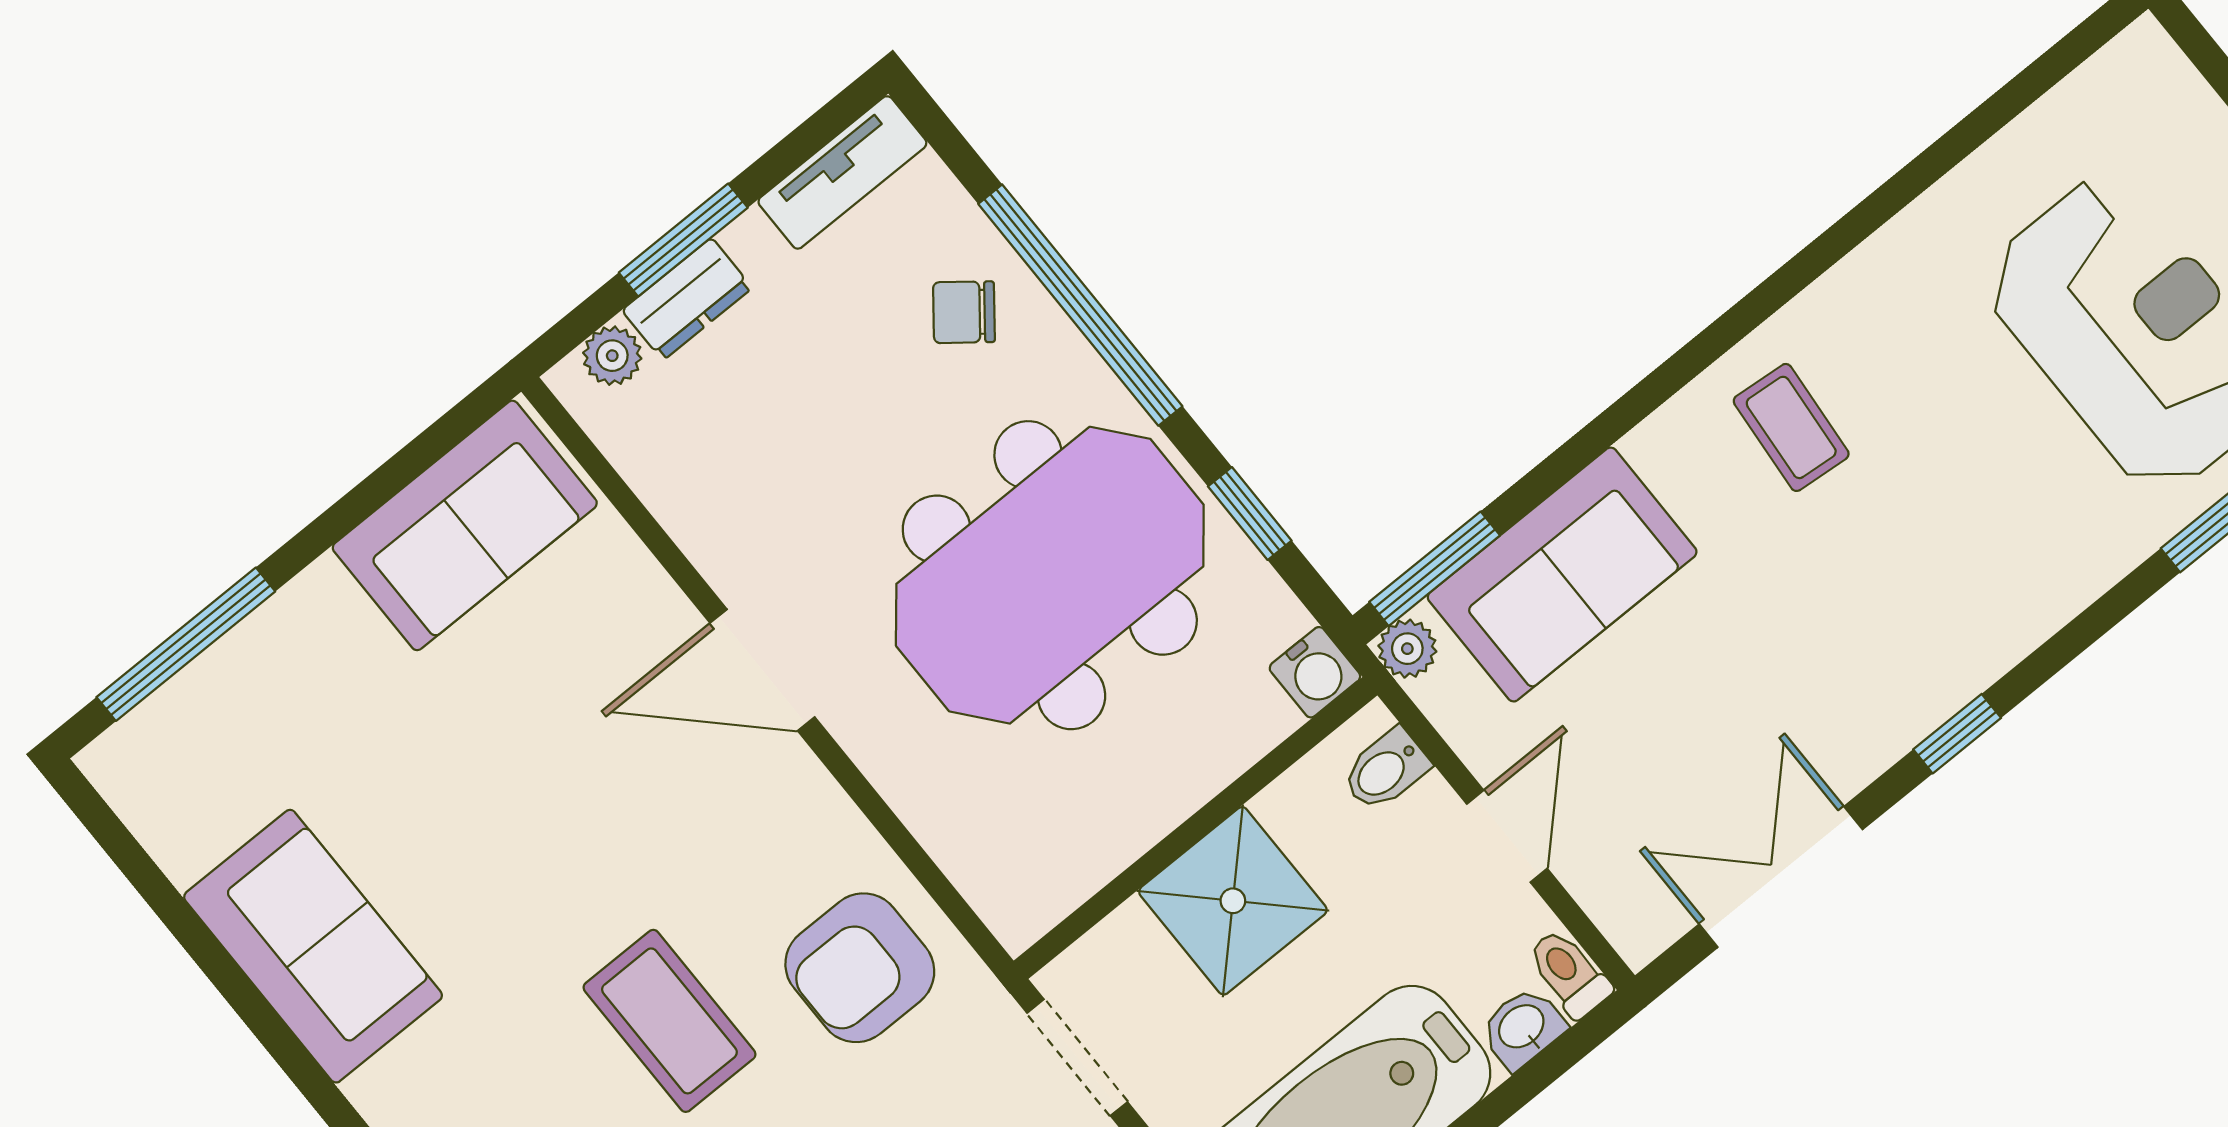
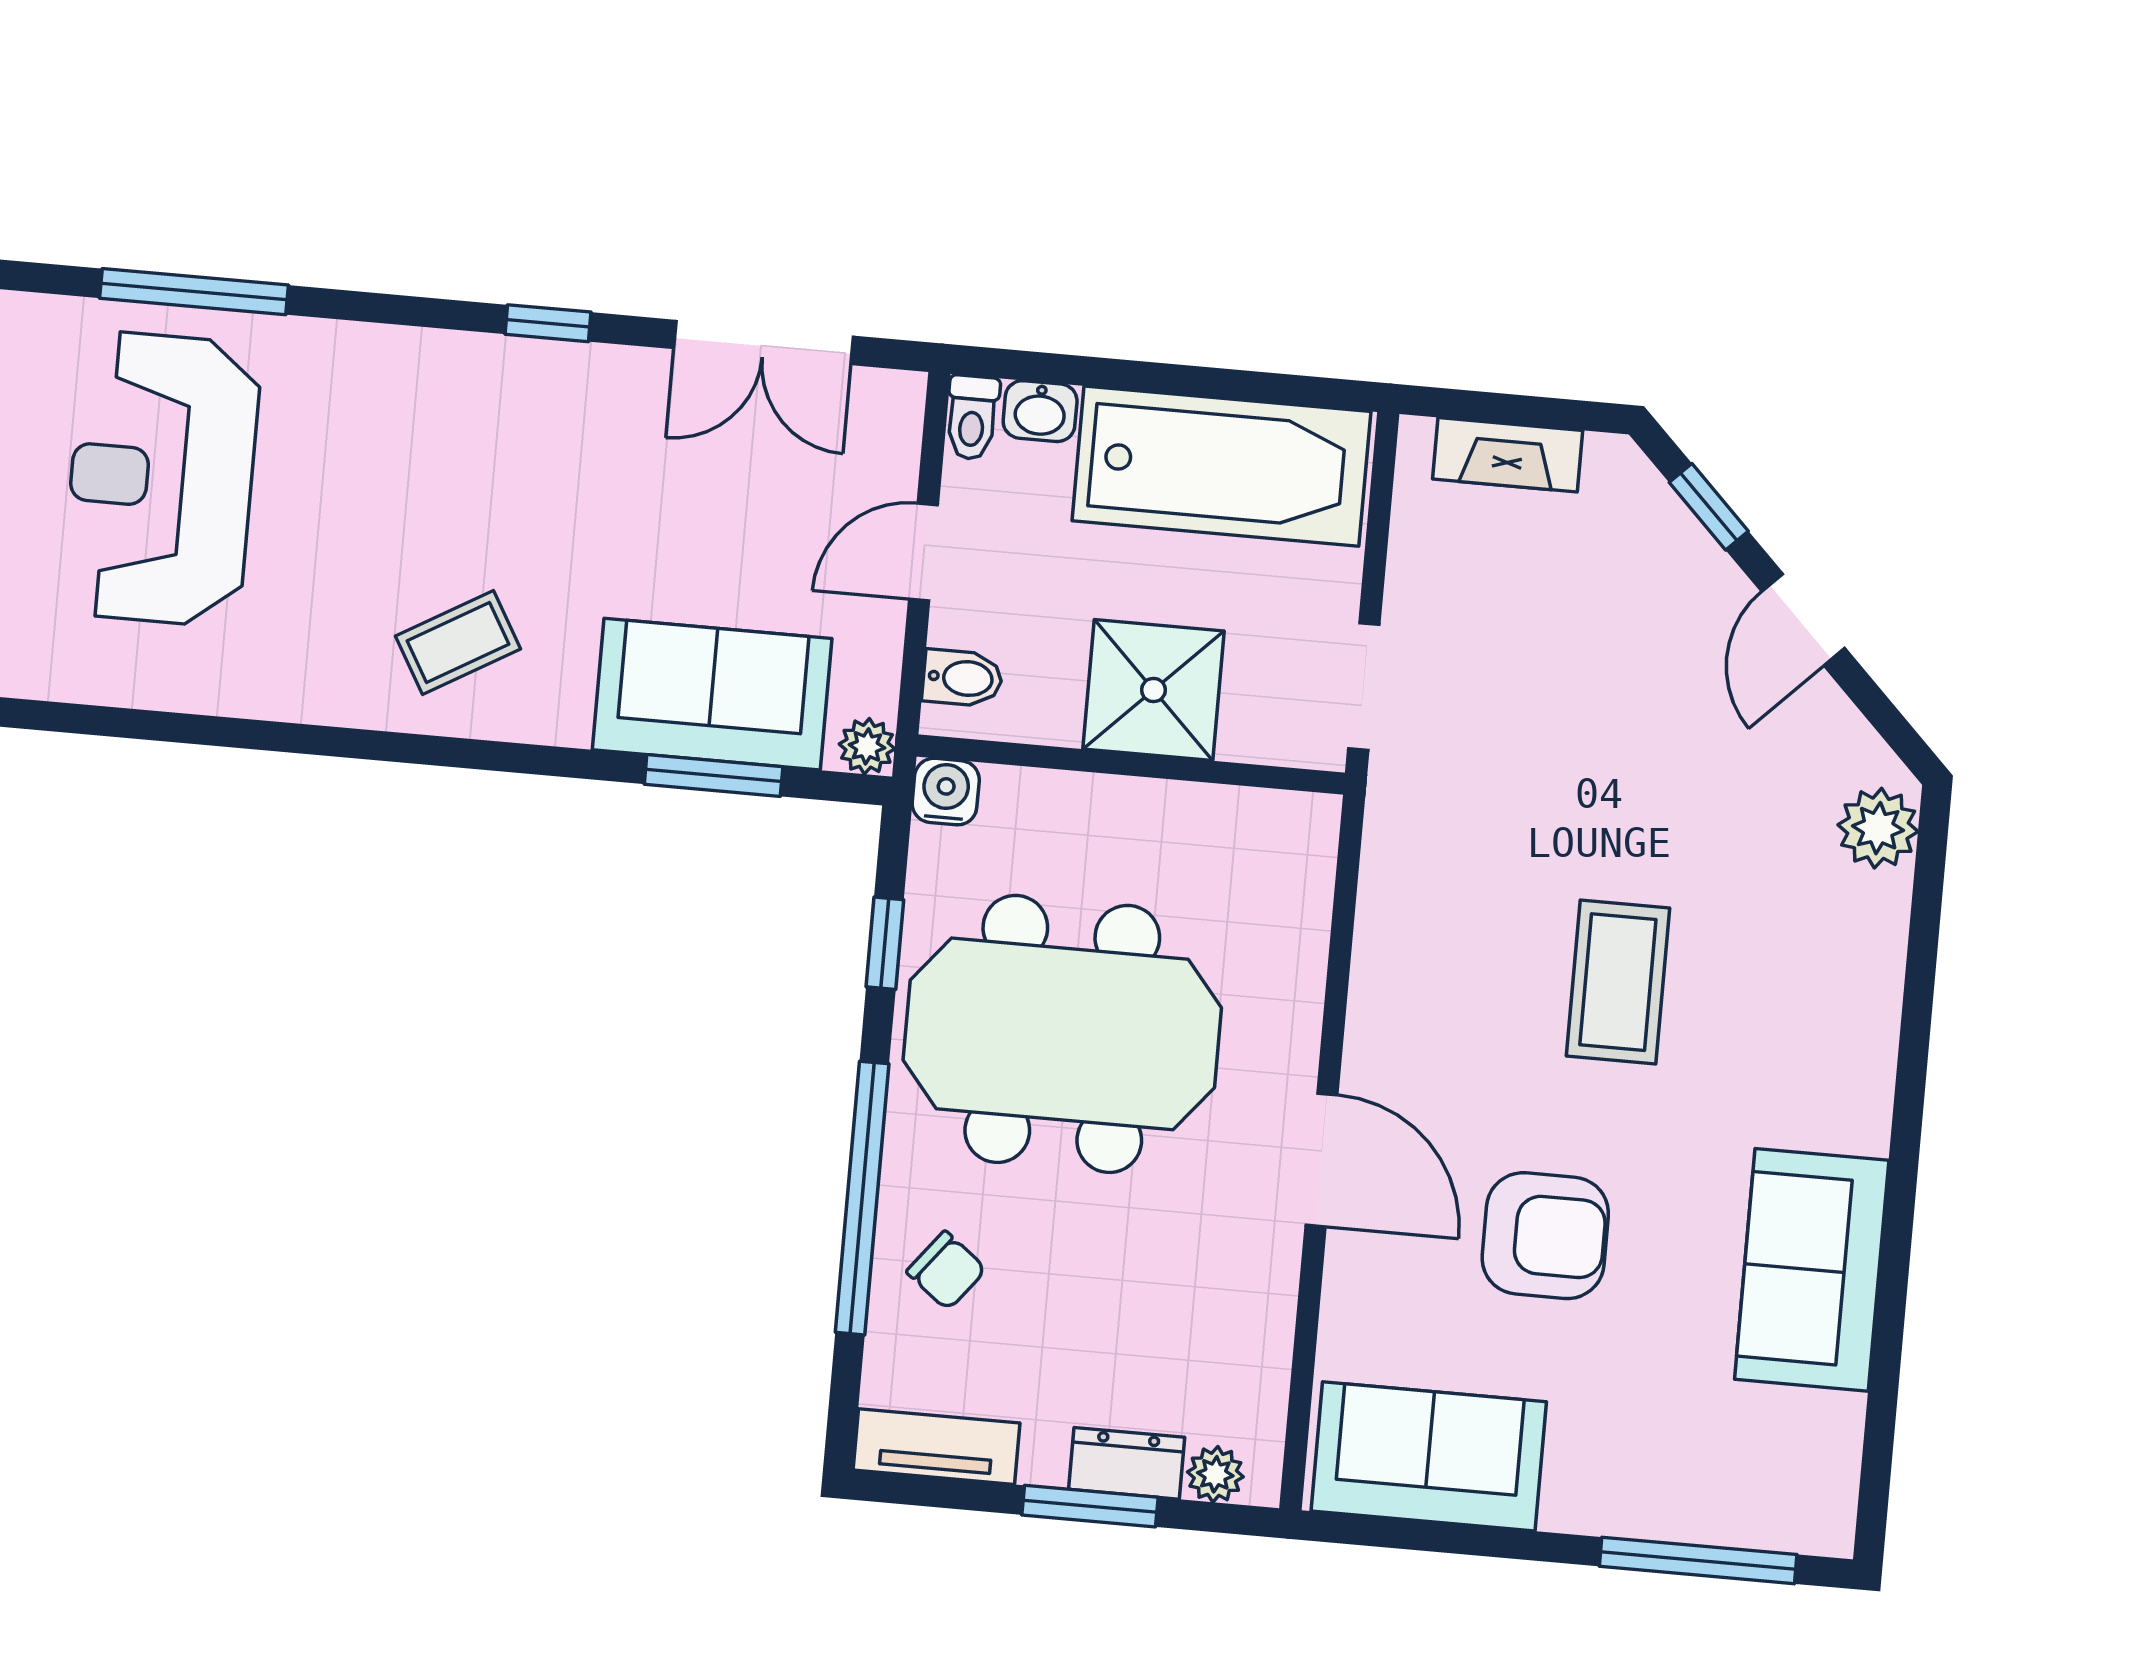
coffee table: (1791, 427) -> (458, 642), turned 55
window: (1435, 569) -> (714, 776), moved
armchair: (860, 968) -> (1545, 1236), moved

